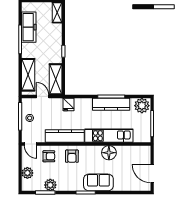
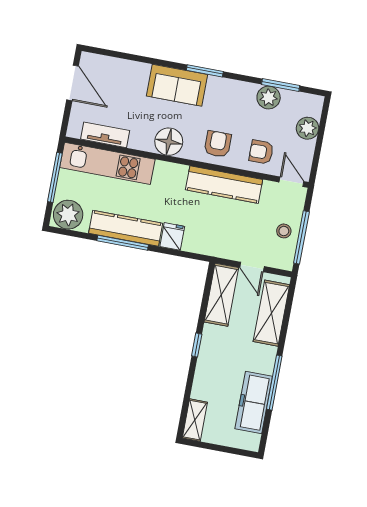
fridge: (69, 104) -> (172, 236), moved
kitchen unit: (109, 136) -> (107, 163), moved
tv unit: (131, 150) -> (105, 135), added
floor lamp: (109, 153) -> (169, 142), moved

